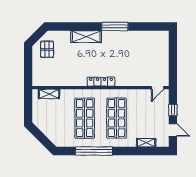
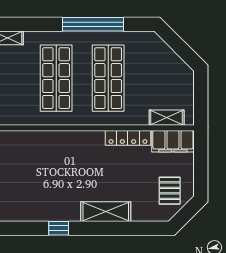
window: (115, 26) -> (59, 228), width x0.46
filing cabinet: (45, 80) -> (173, 141), added
locker: (101, 82) -> (128, 138), moved

